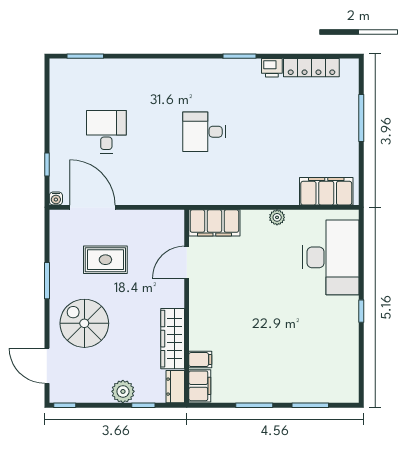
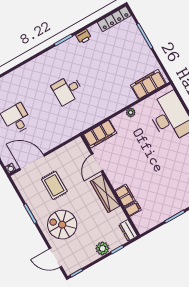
locker: (311, 68) -> (114, 19), moved
rug: (105, 260) -> (54, 185), turned 90
wardrobe: (173, 339) -> (105, 194), moved
filing cabinet: (200, 386) -> (125, 195), moved

